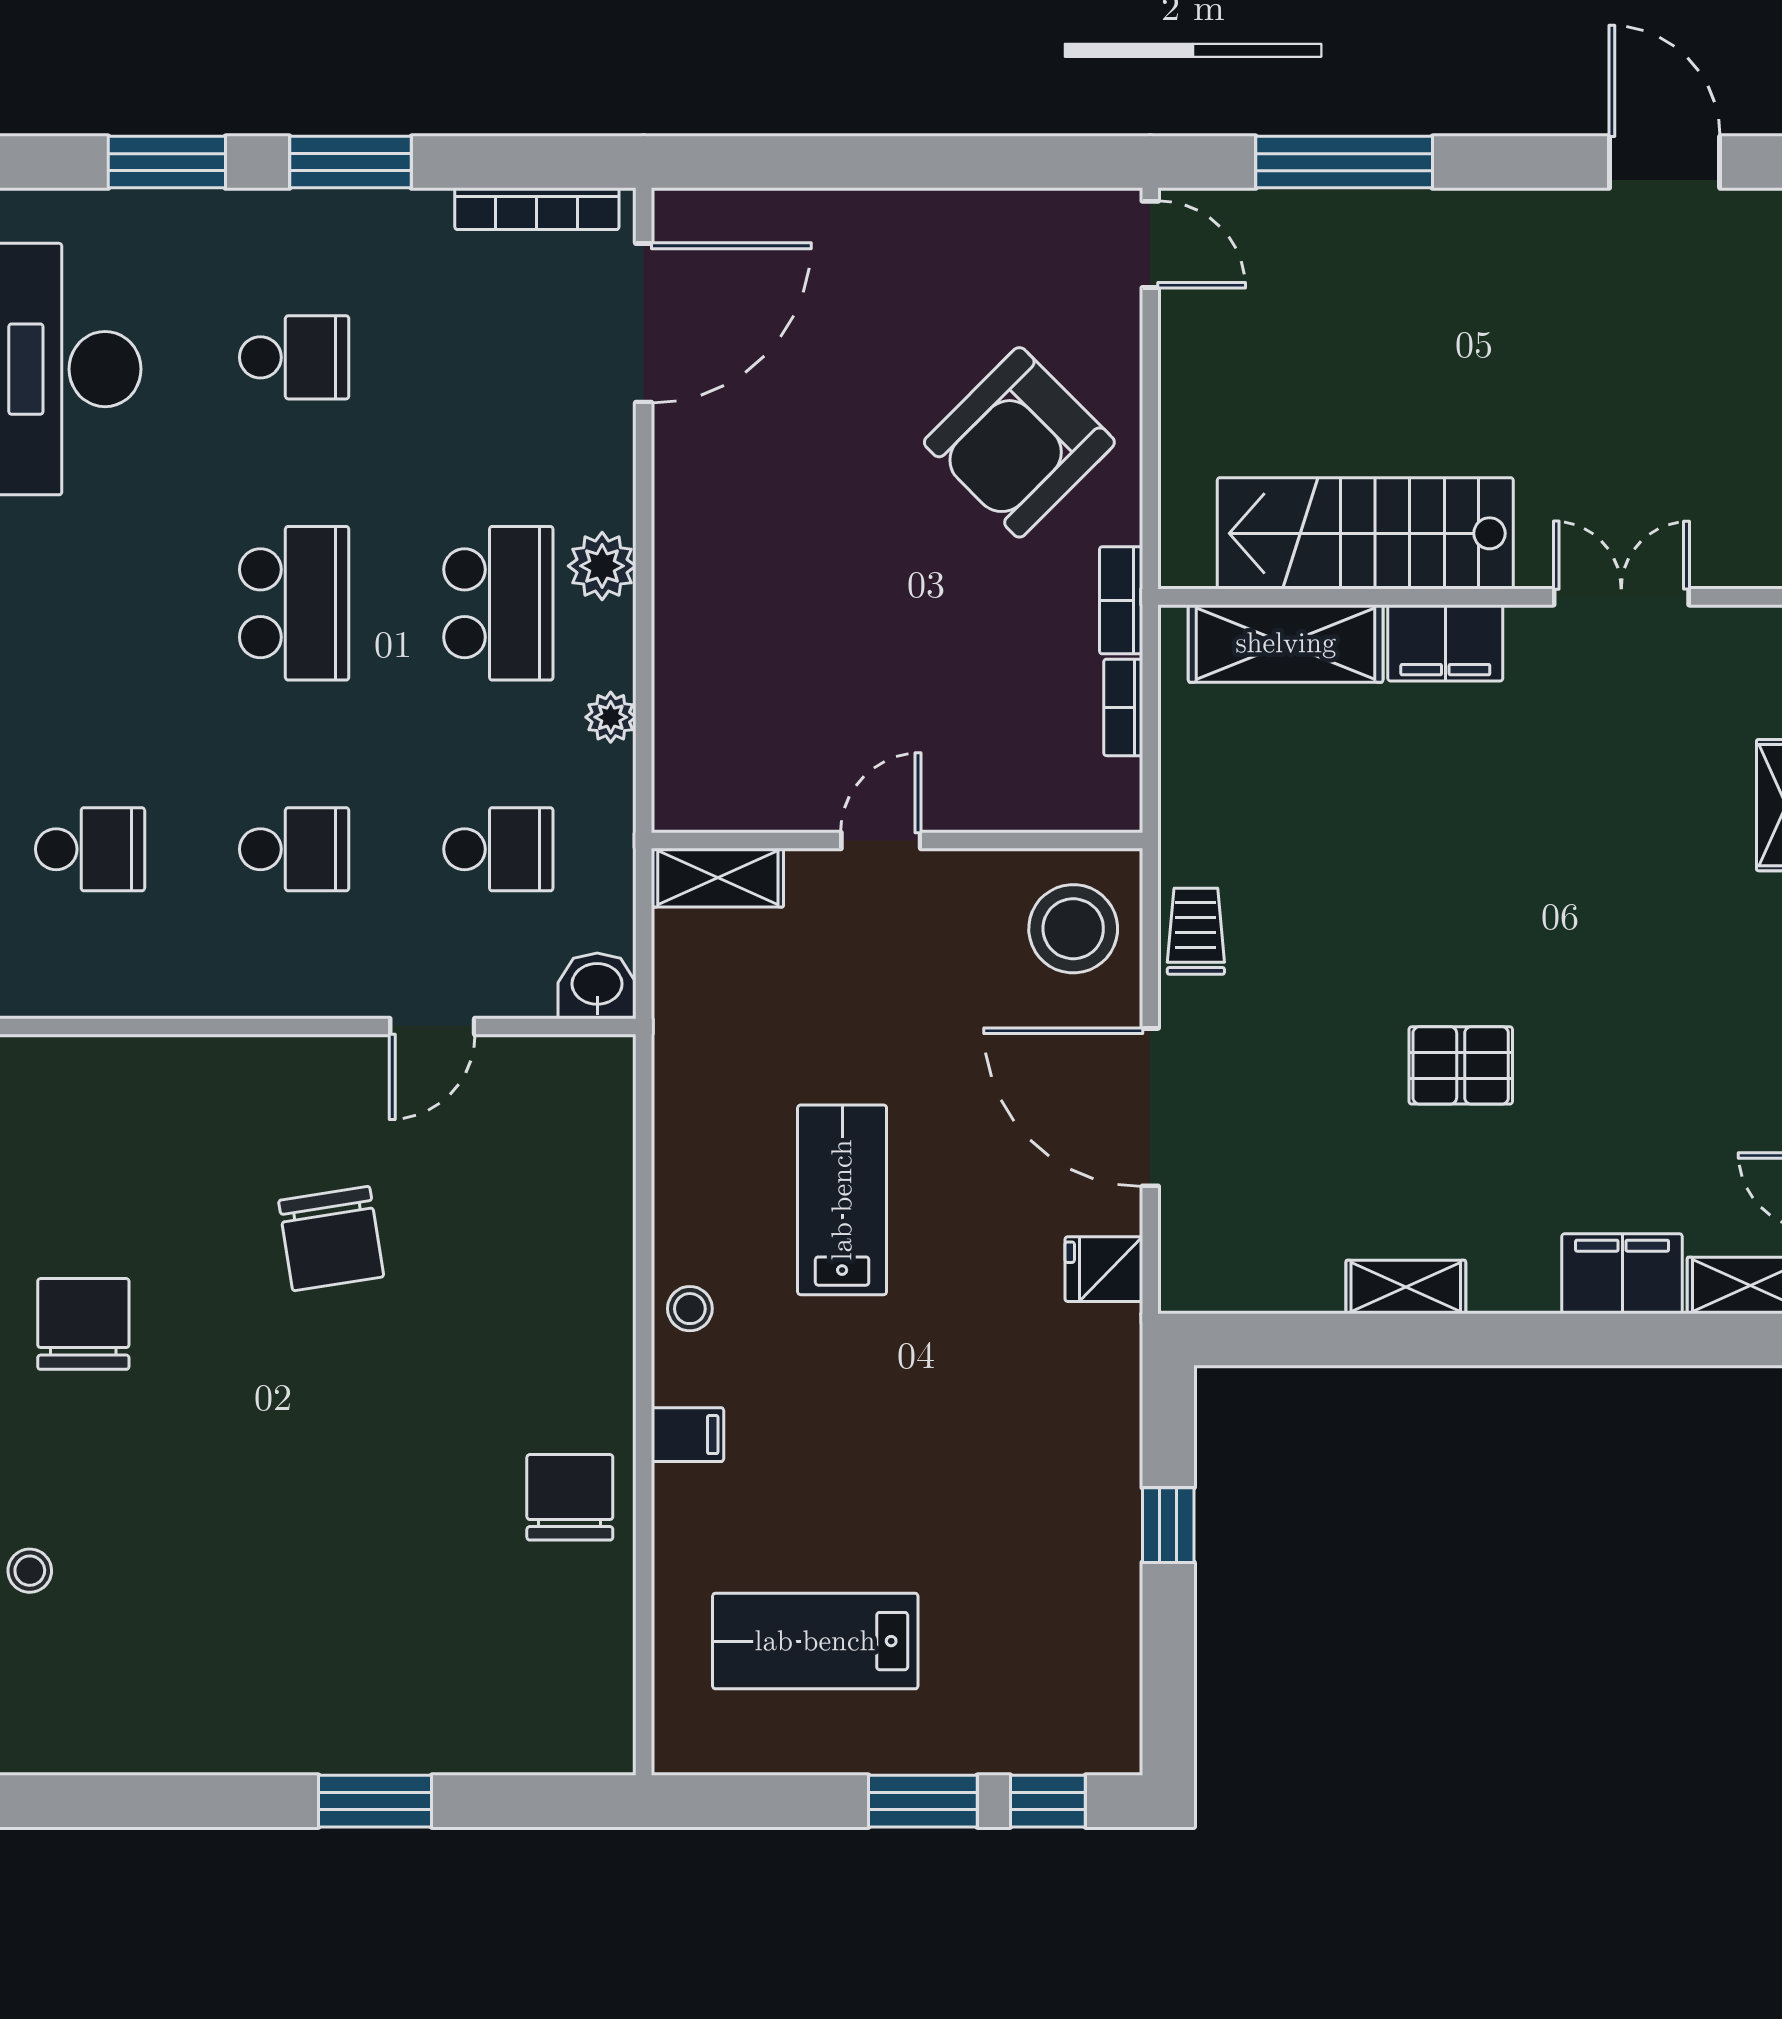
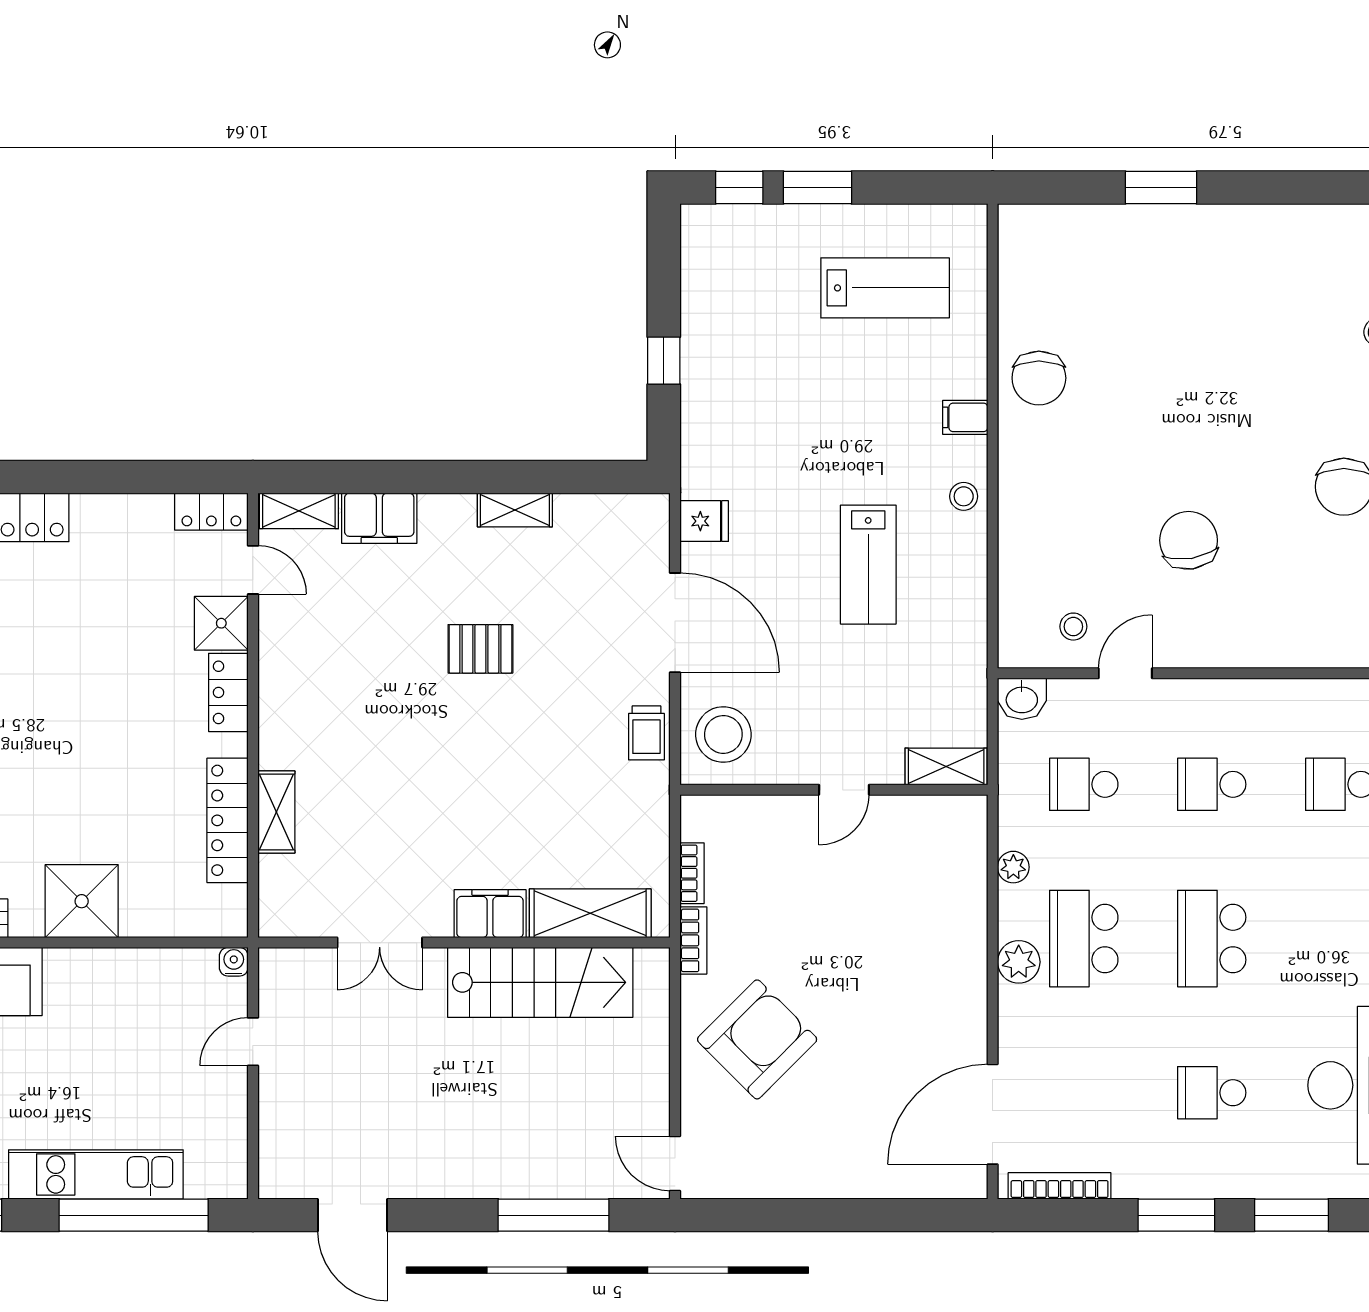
stool: (515, 1101) -> (1073, 627), added

